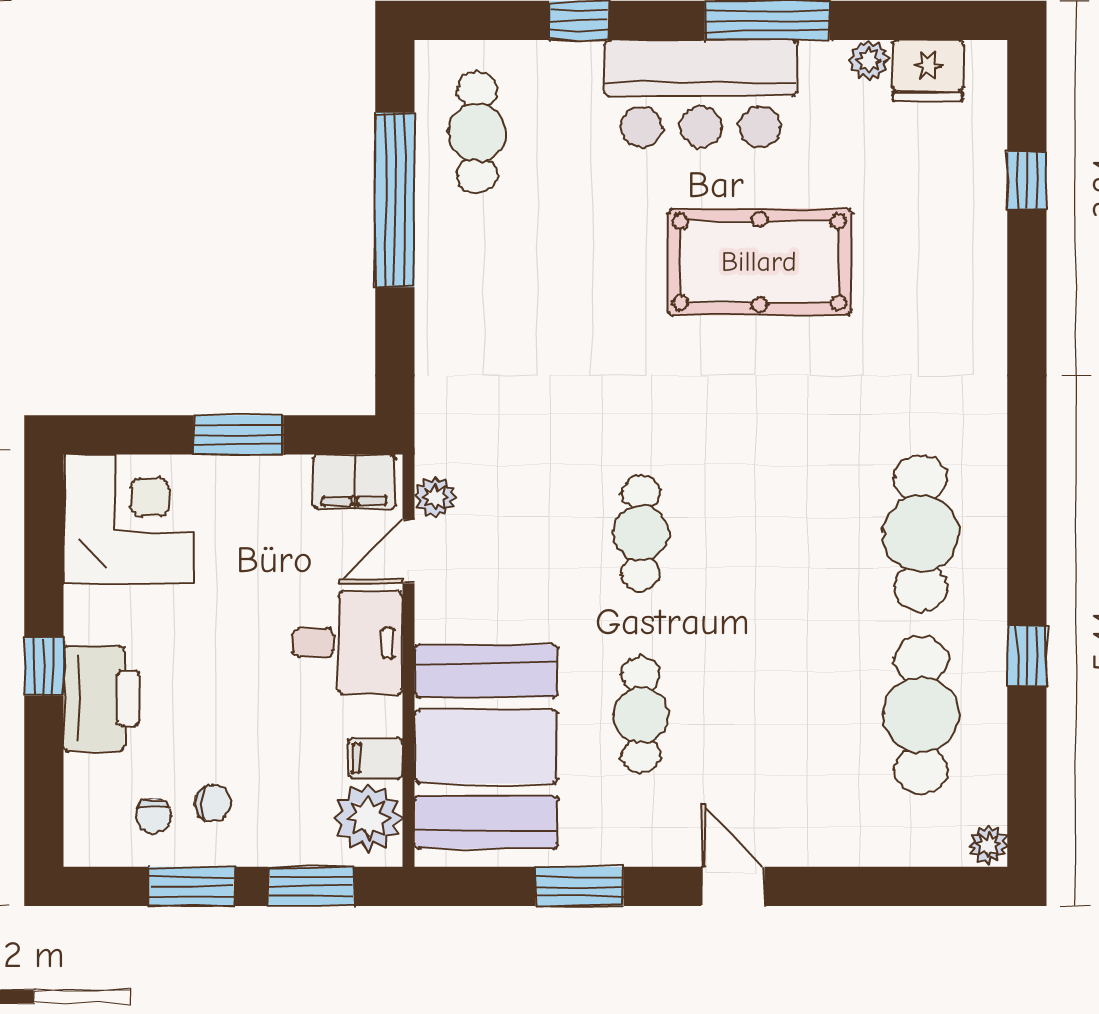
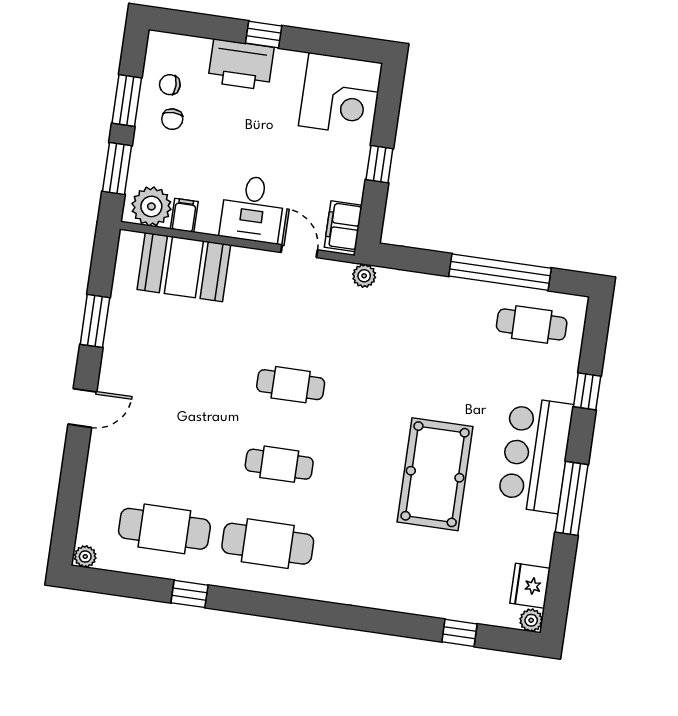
plant: (869, 60) -> (531, 620), moved
window: (239, 435) -> (379, 164), width x0.67
plant: (435, 497) -> (364, 276), moved
cafe table: (641, 715) -> (279, 464), moved
booth: (486, 747) -> (184, 267), width x0.73, depth x0.70

